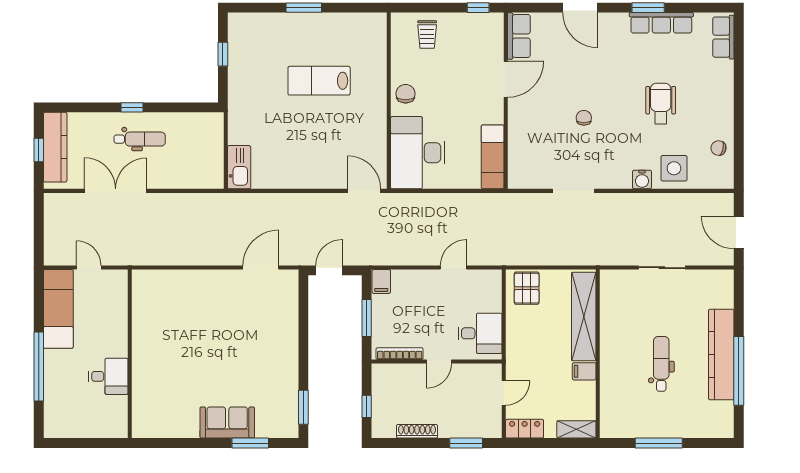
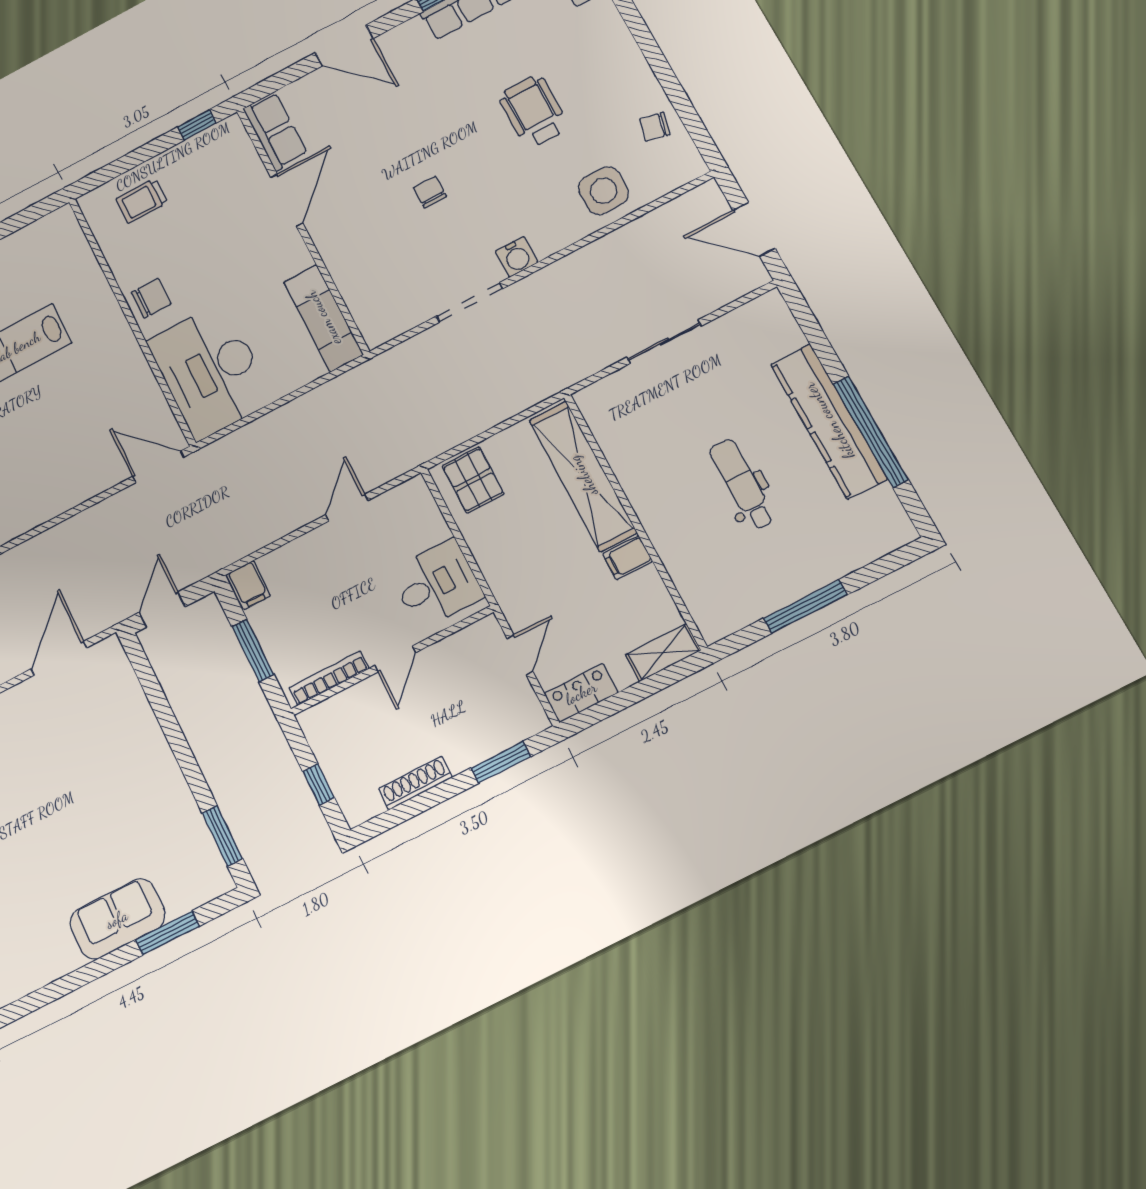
trolley: (427, 35) -> (142, 201), turned 90
chair: (406, 94) -> (151, 298), turned 90
water cooler: (642, 179) -> (517, 257), moved

